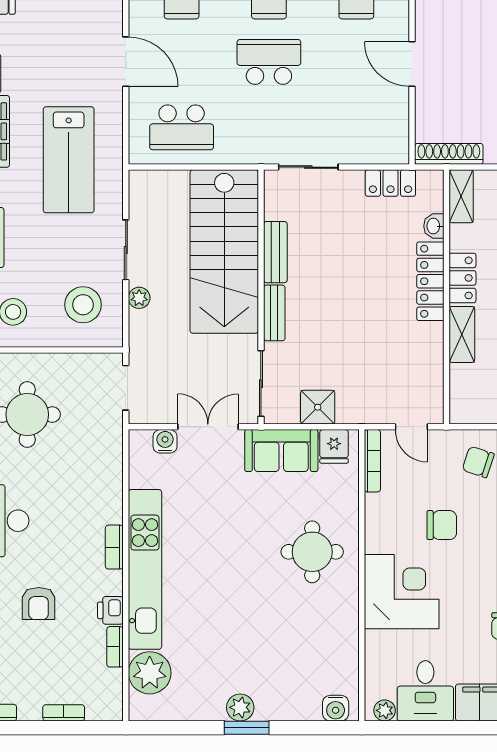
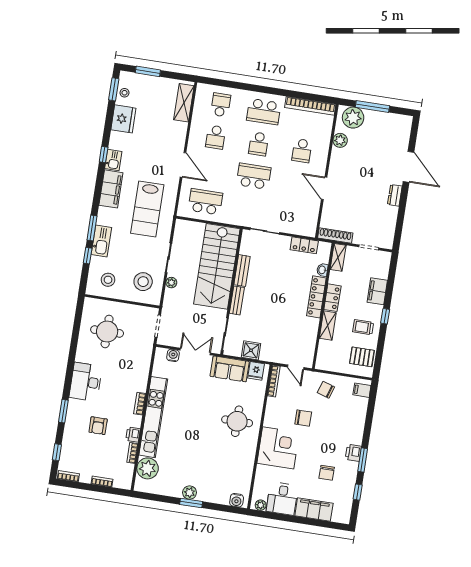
school desk: (182, 127) -> (205, 202), turned 180

